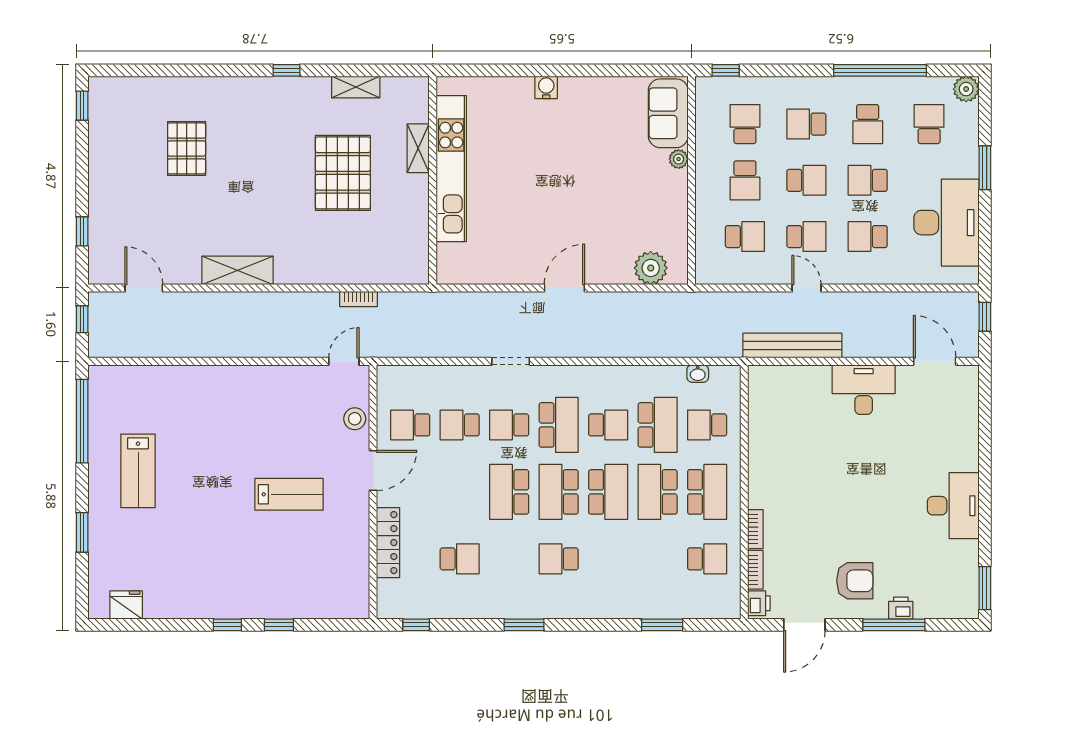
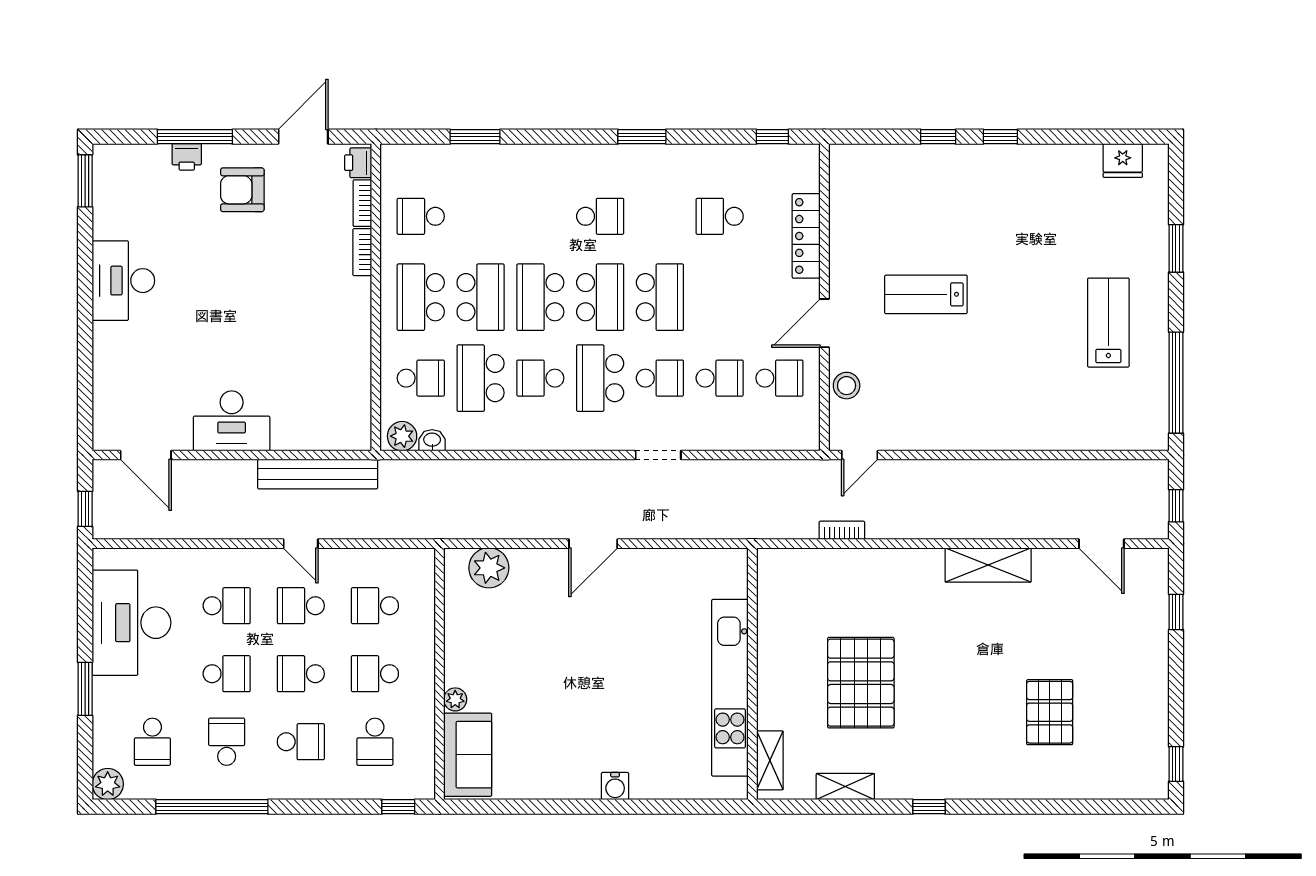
shelving: (418, 148) -> (770, 760), moved
school desk: (745, 180) -> (375, 674), turned -90
plant: (723, 377) -> (402, 436), added

